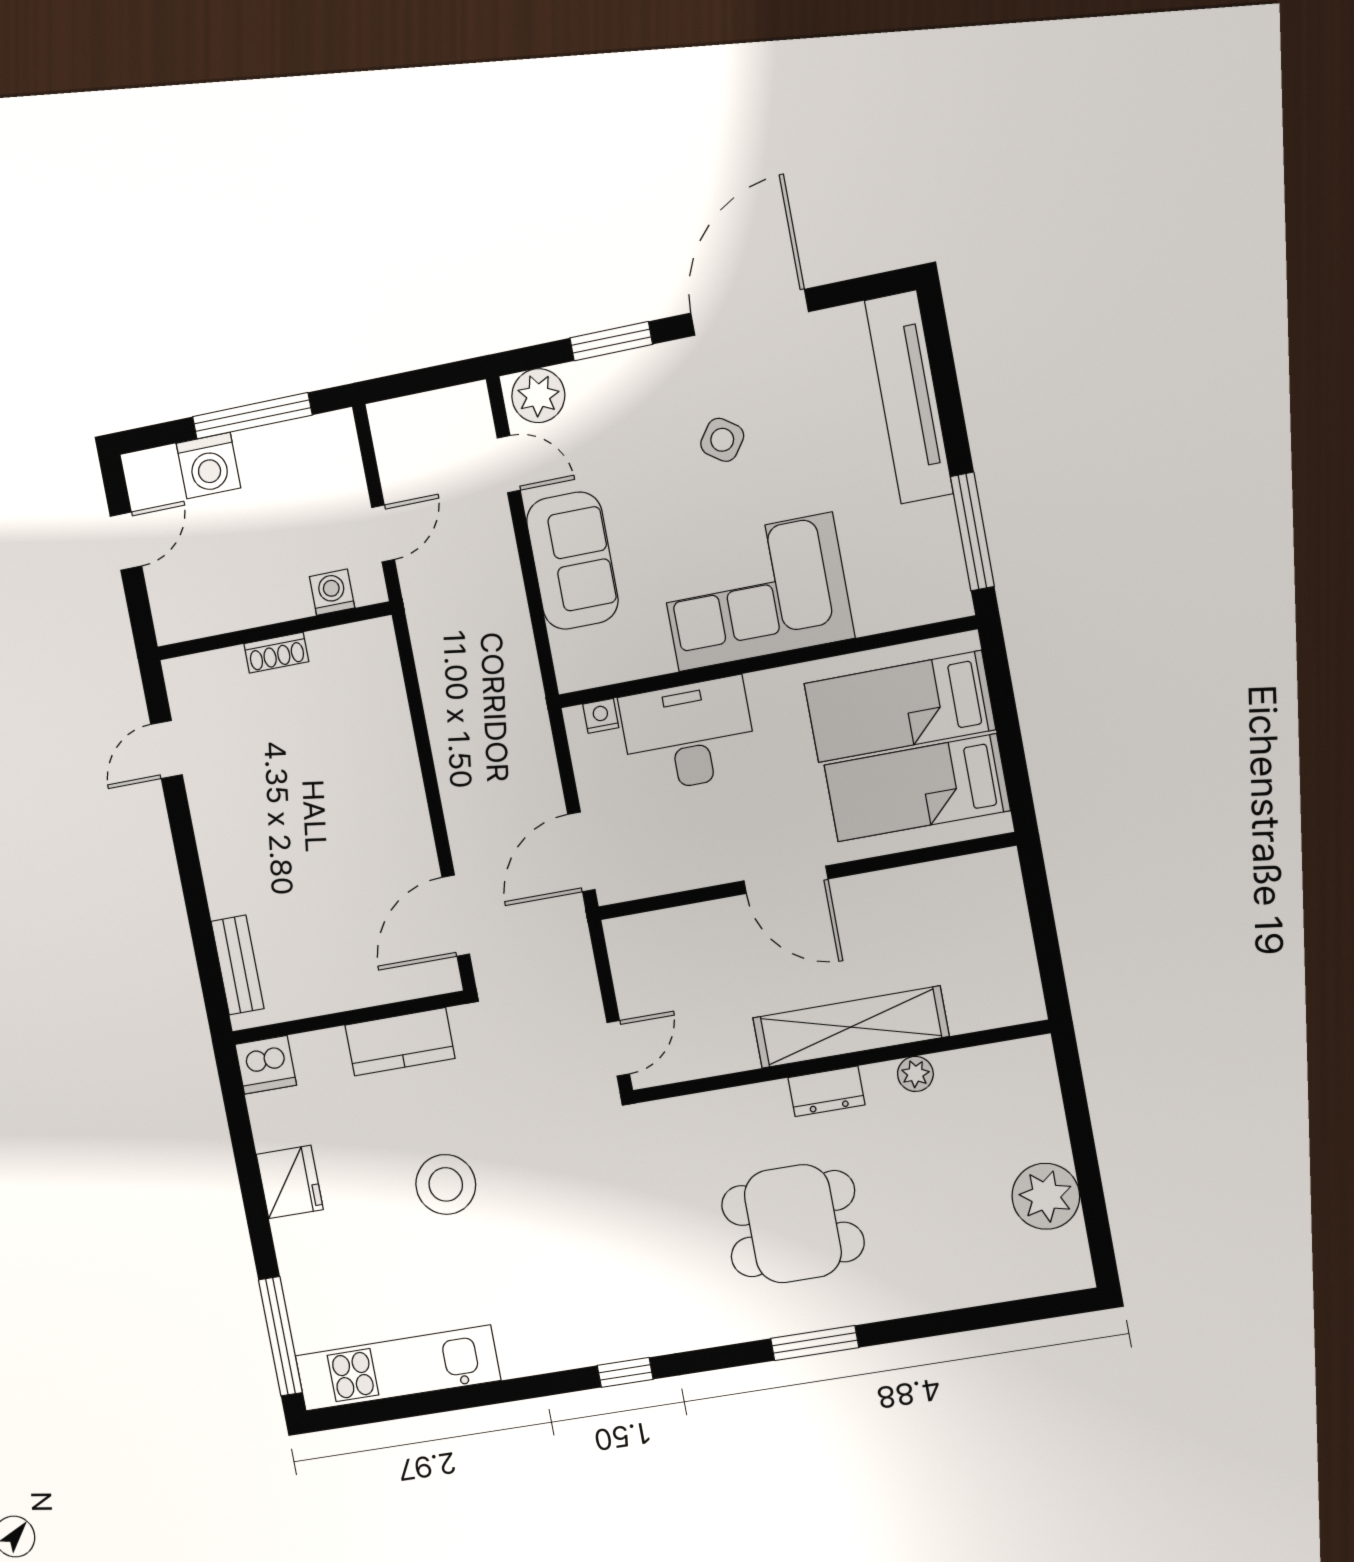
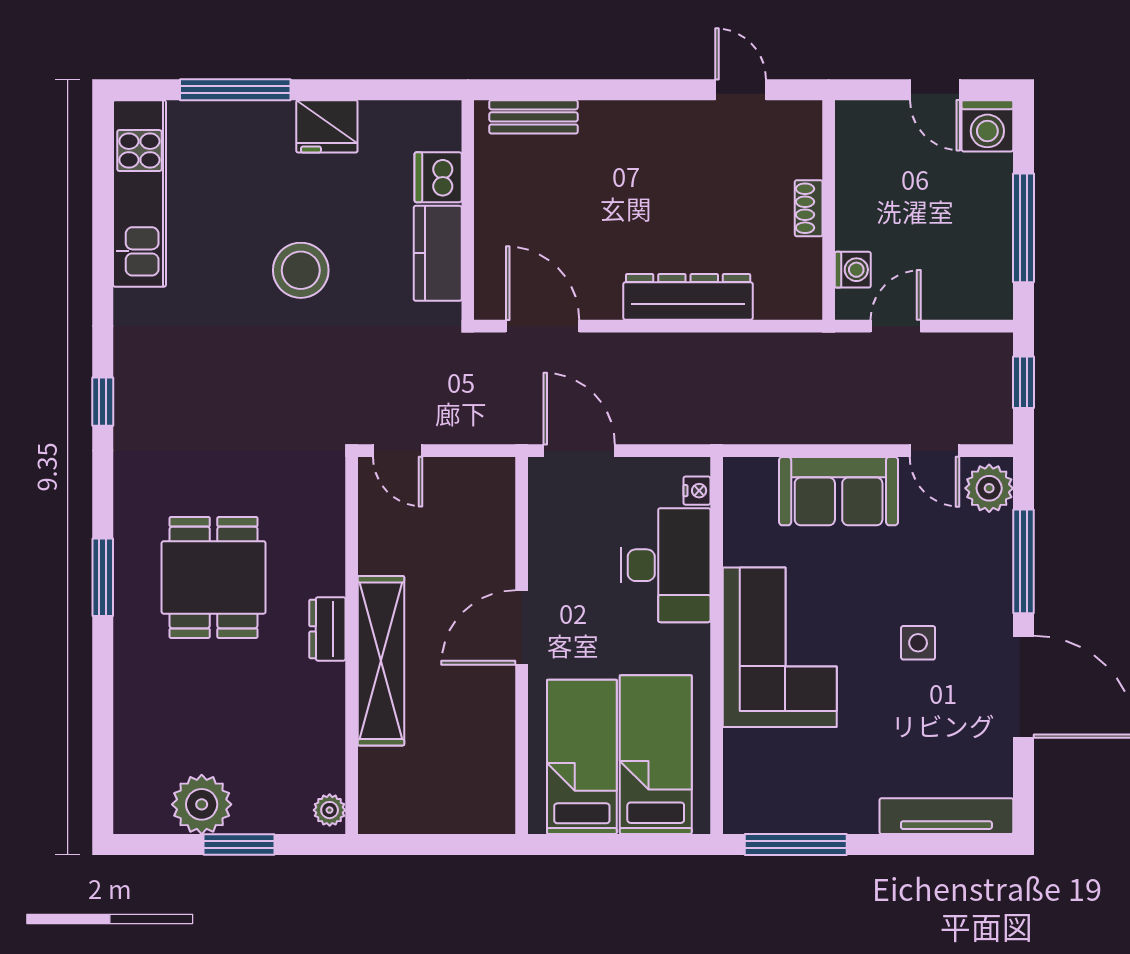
window: (611, 341) -> (1023, 561), width x1.44
window: (417, 382) -> (1023, 382), added
tv unit: (909, 397) -> (946, 816), width x0.73, depth x0.78
side table: (722, 440) -> (918, 643), turned -35
door: (509, 464) -> (935, 451), hinge flipped
washing machine: (208, 466) -> (987, 126), moved, turned -90
door: (383, 534) -> (896, 326), swing flipped
dresser: (395, 765) -> (688, 297), added
dishwasher: (266, 1065) -> (438, 177), moved
plant: (915, 1074) -> (330, 810), moved
window: (1083, 1148) -> (239, 845), added
window: (280, 1336) -> (235, 90), moved

